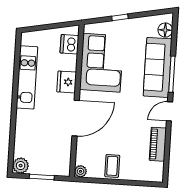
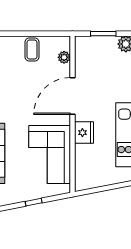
dishwasher: (69, 44) -> (84, 171), removed
plant: (81, 171) -> (64, 57), moved

